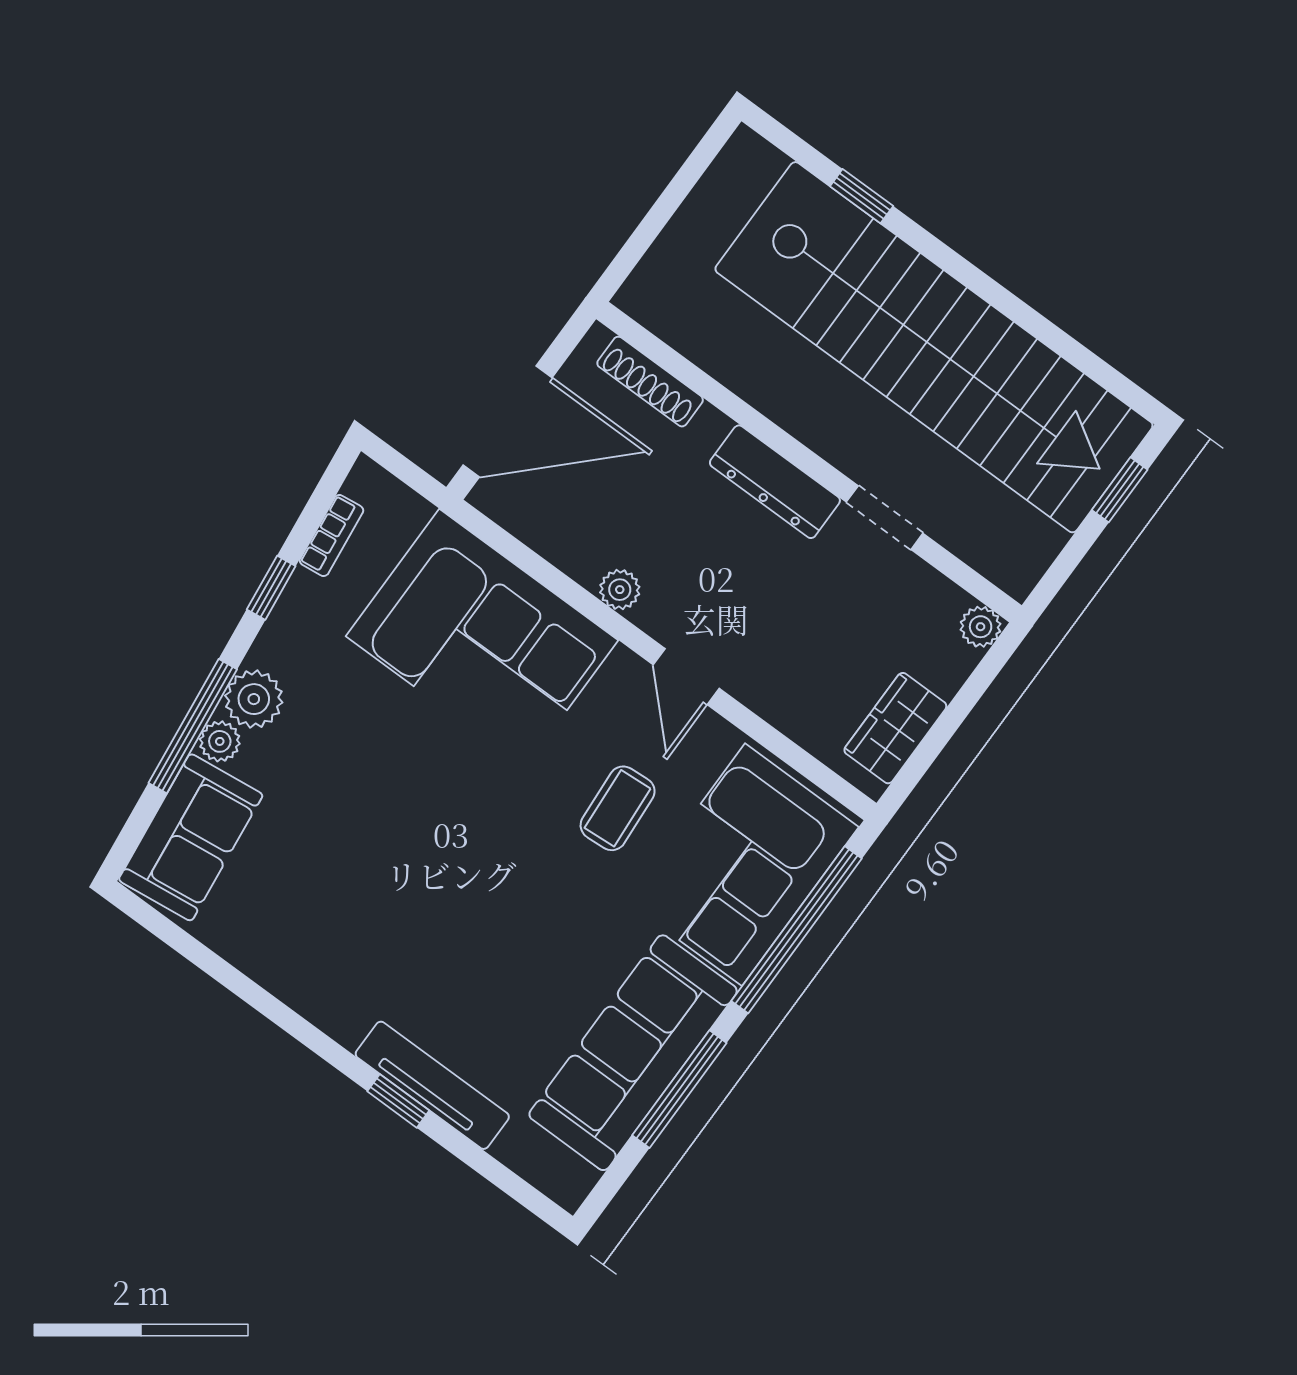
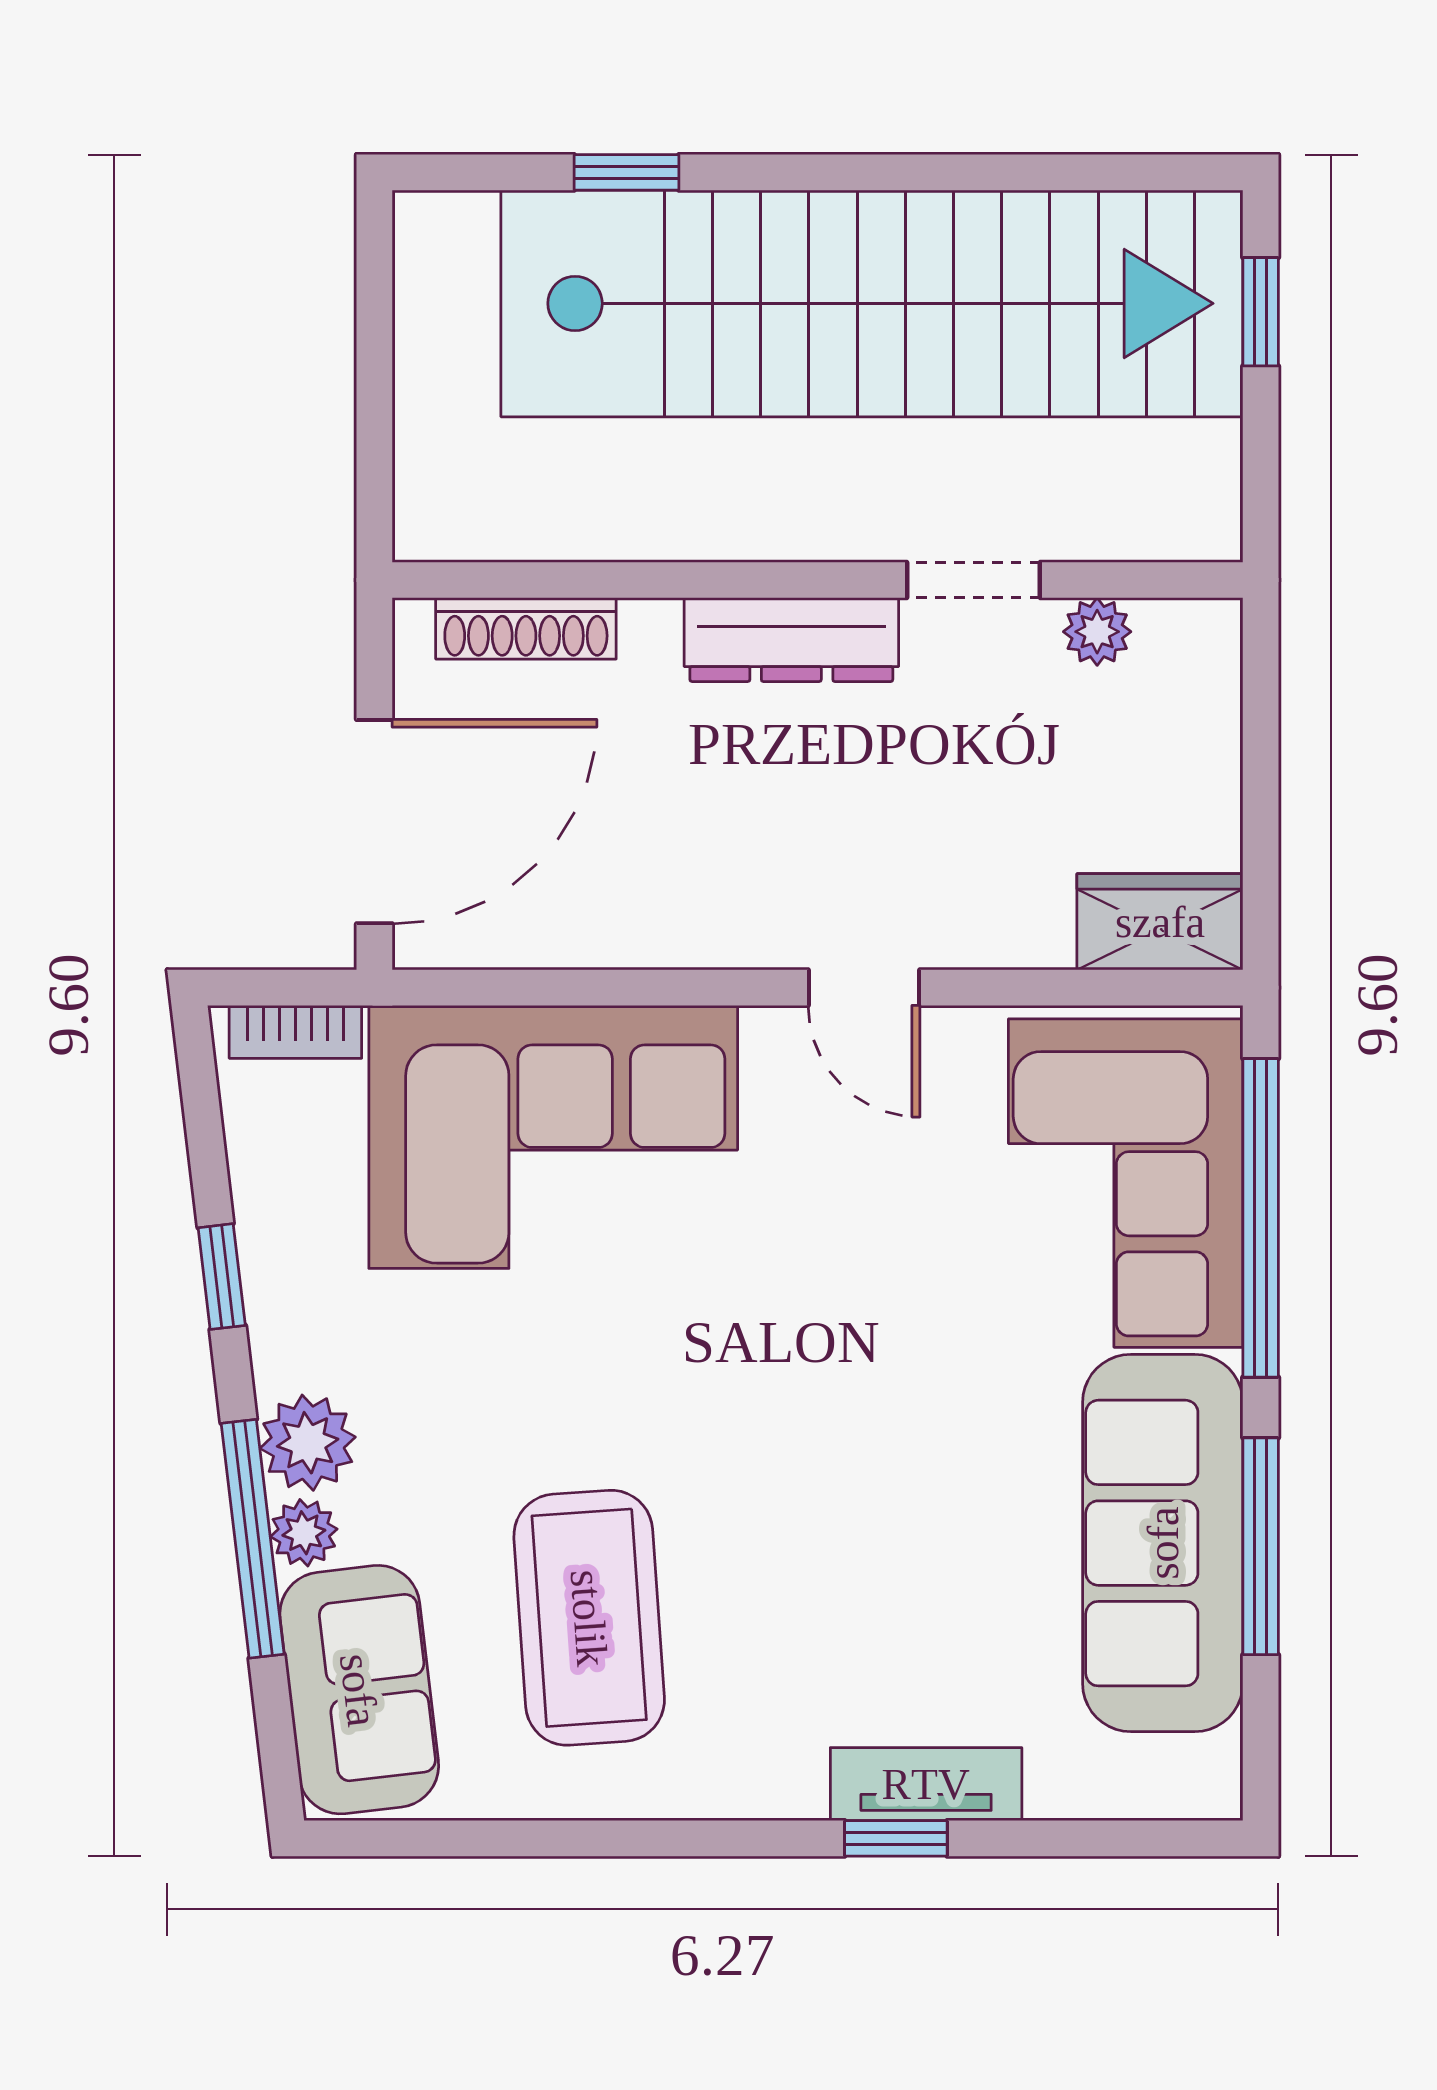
bookcase: (331, 535) -> (295, 1032), moved, turned 97
plant: (620, 590) -> (690, 937), removed
plant: (981, 627) -> (1097, 632), moved
wardrobe: (895, 728) -> (1160, 922), moved, turned 90
coffee table: (618, 808) -> (589, 1618), moved, width x1.86, depth x1.72
tv unit: (432, 1085) -> (926, 1784), width x0.71

